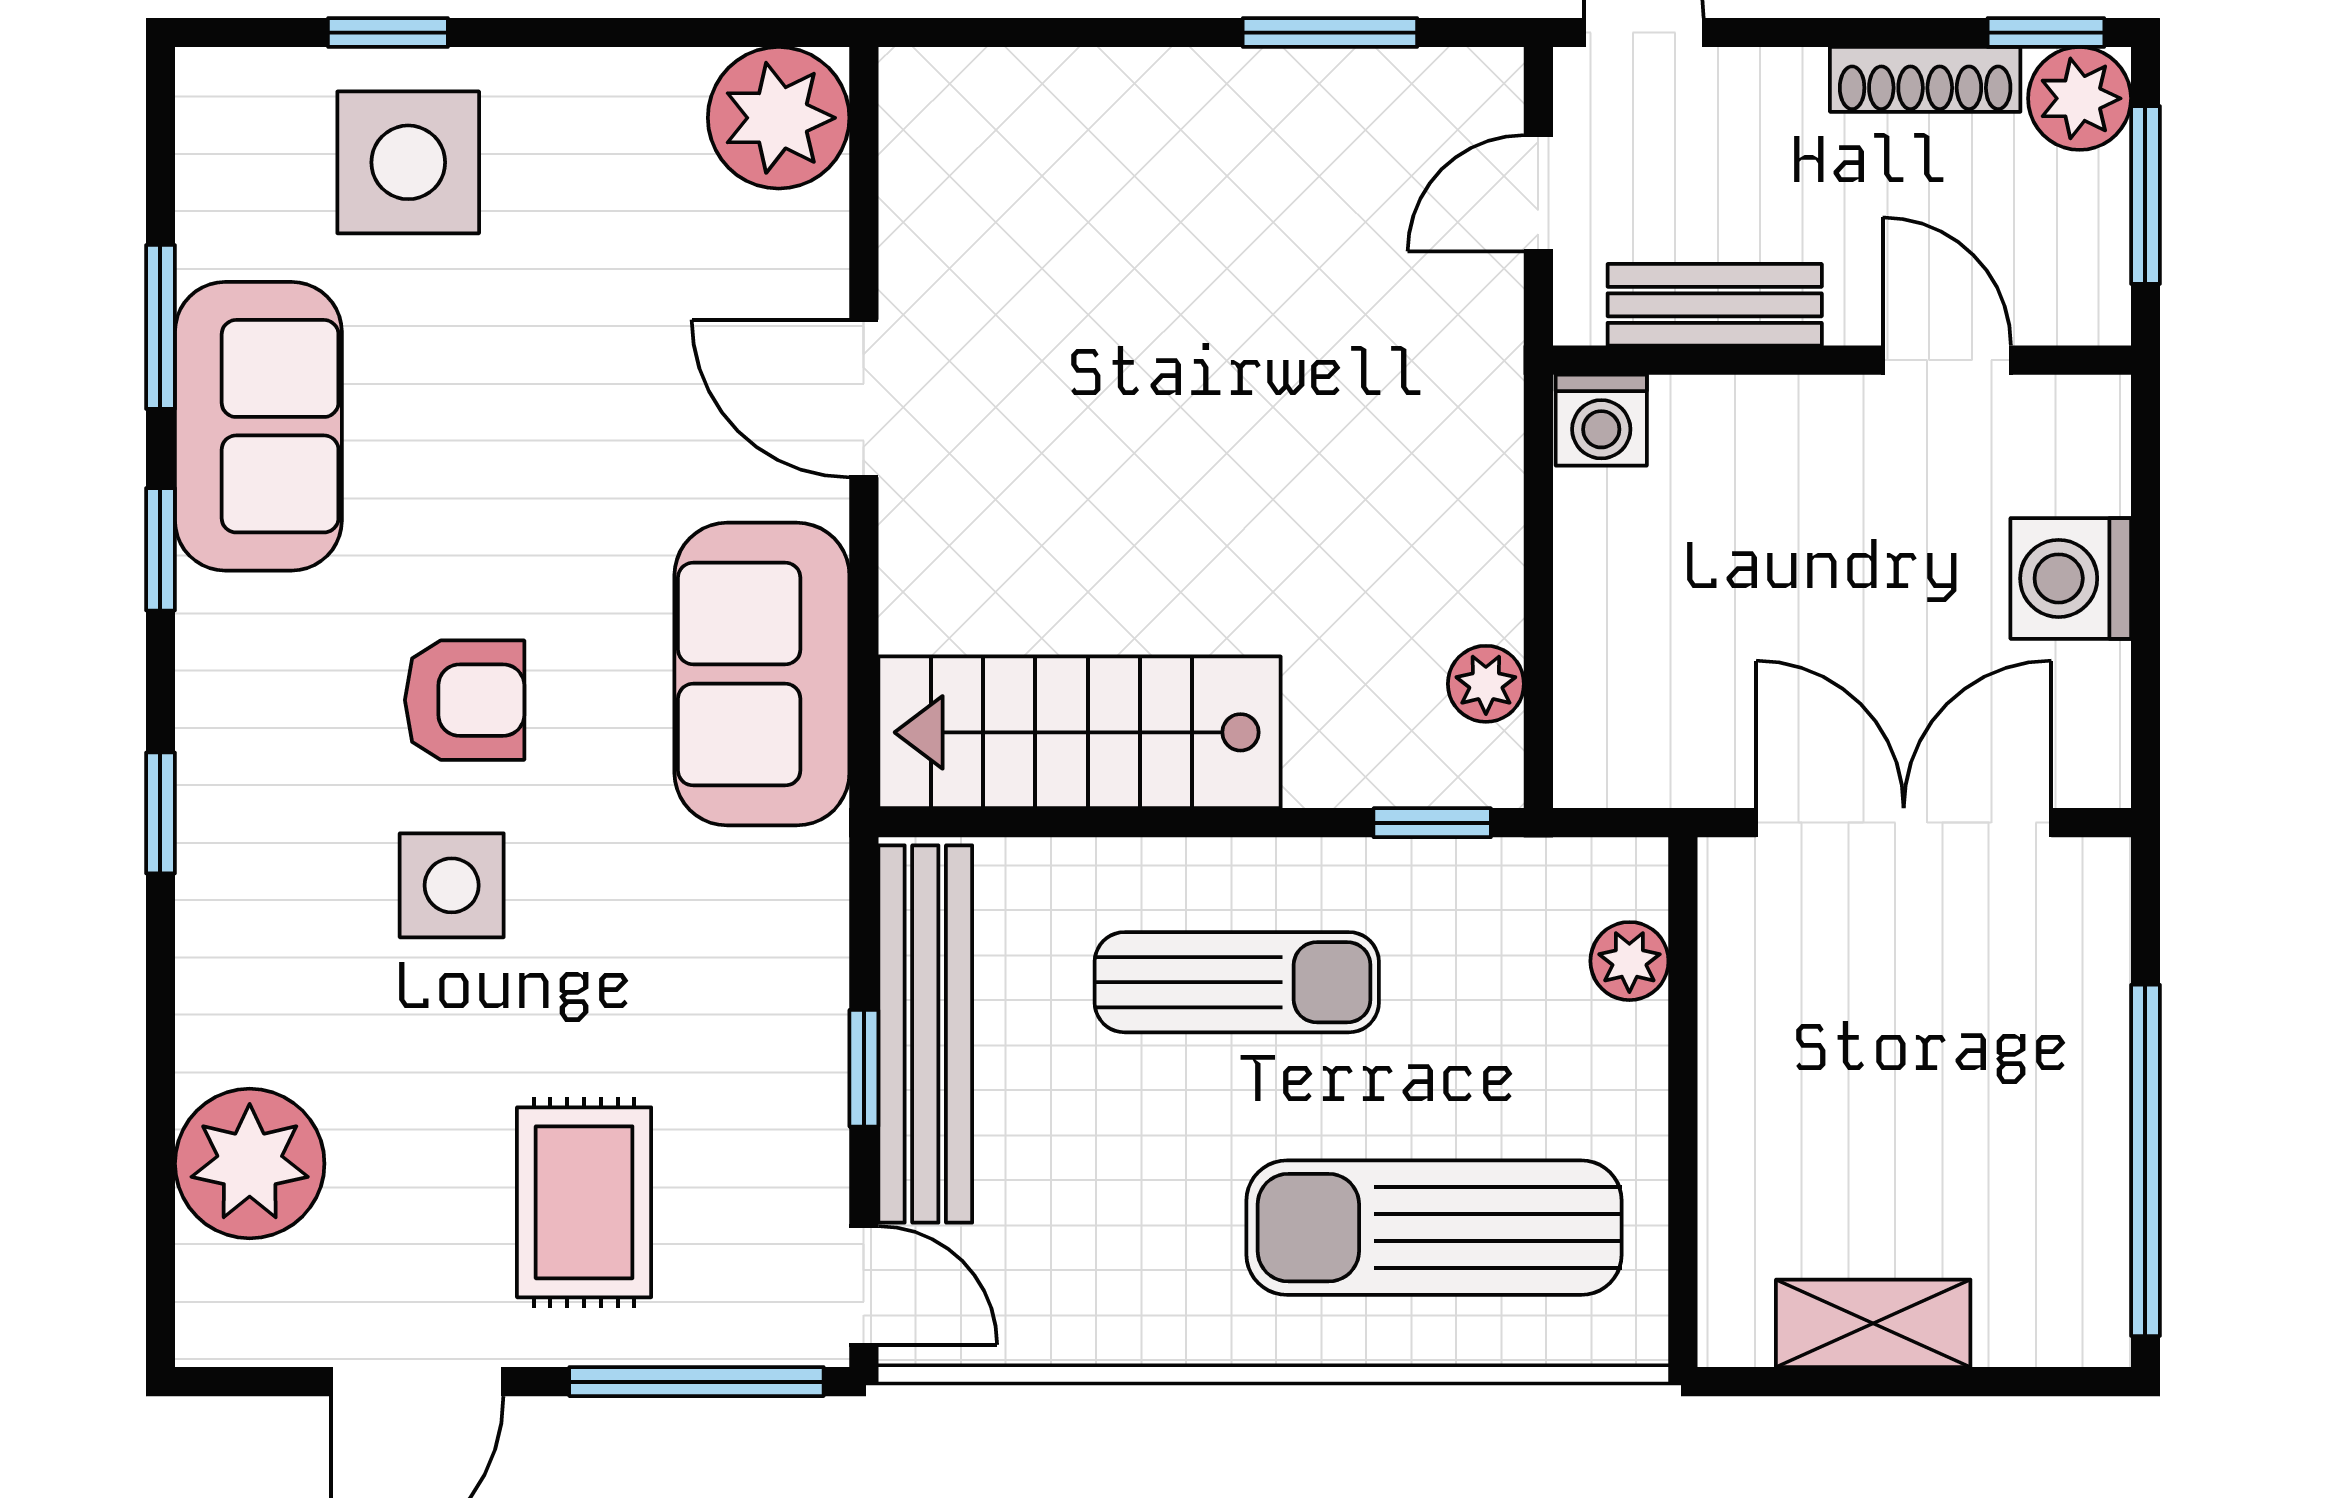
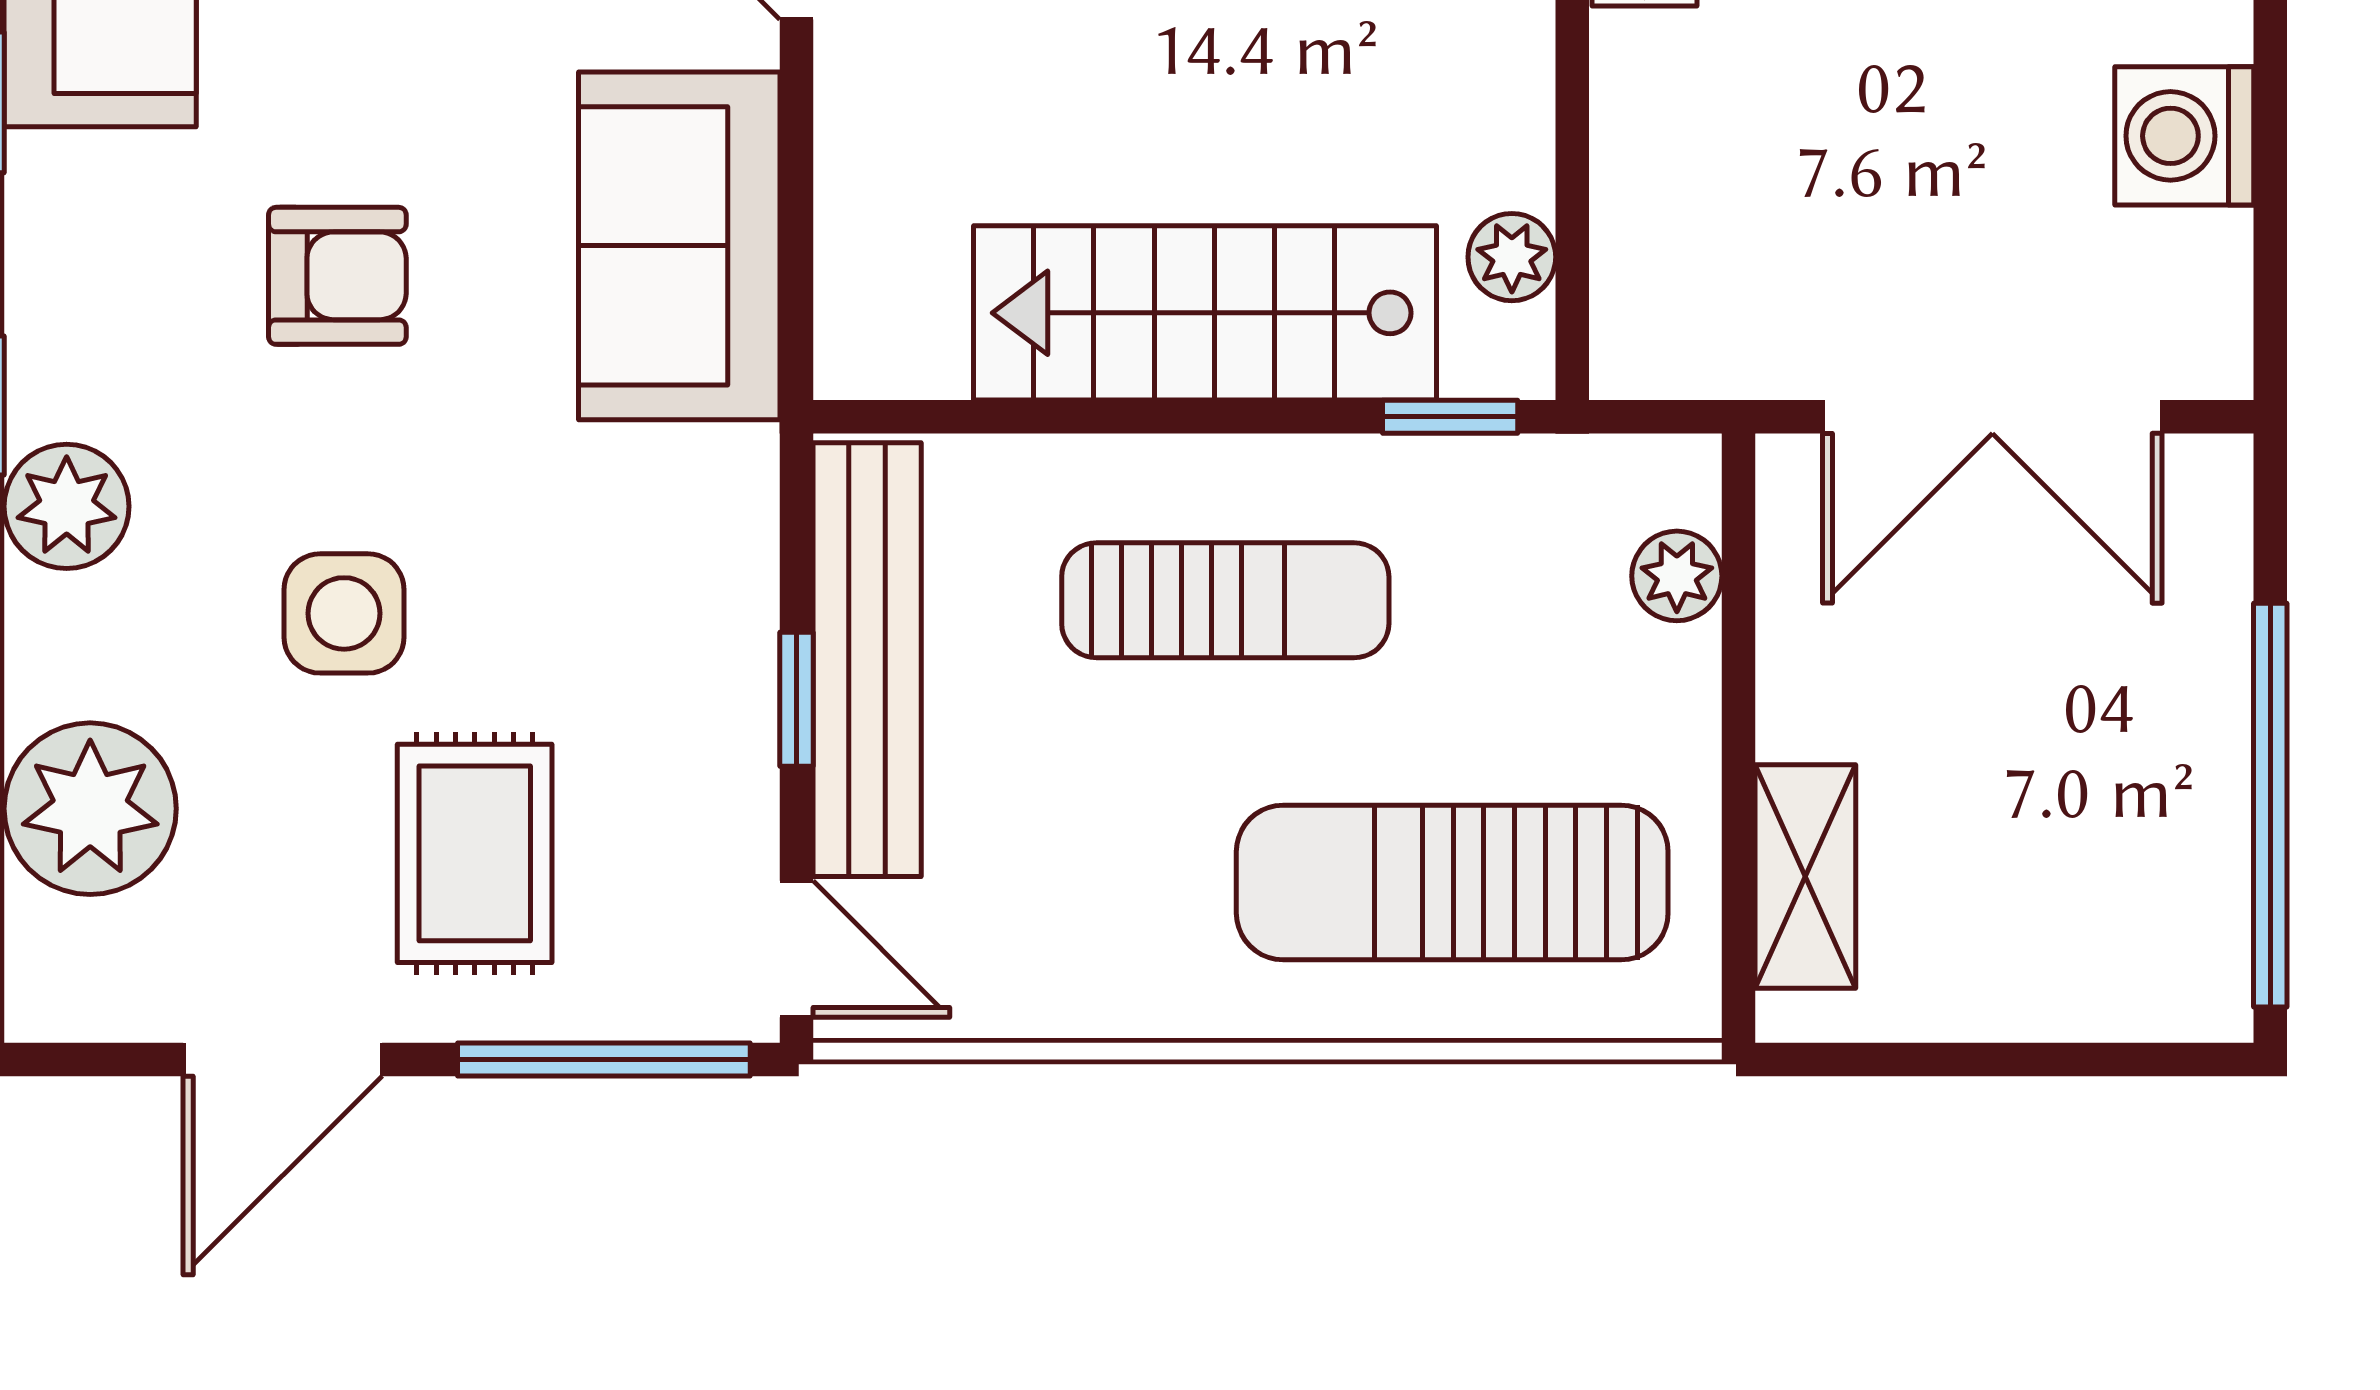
stairs: (1080, 732) -> (1205, 313), moved
double door: (1904, 823) -> (1992, 417), swing flipped
side table: (452, 885) -> (344, 613), moved
plant: (229, 901) -> (67, 506), added
shelving: (1873, 1323) -> (1805, 877), moved, turned 90

